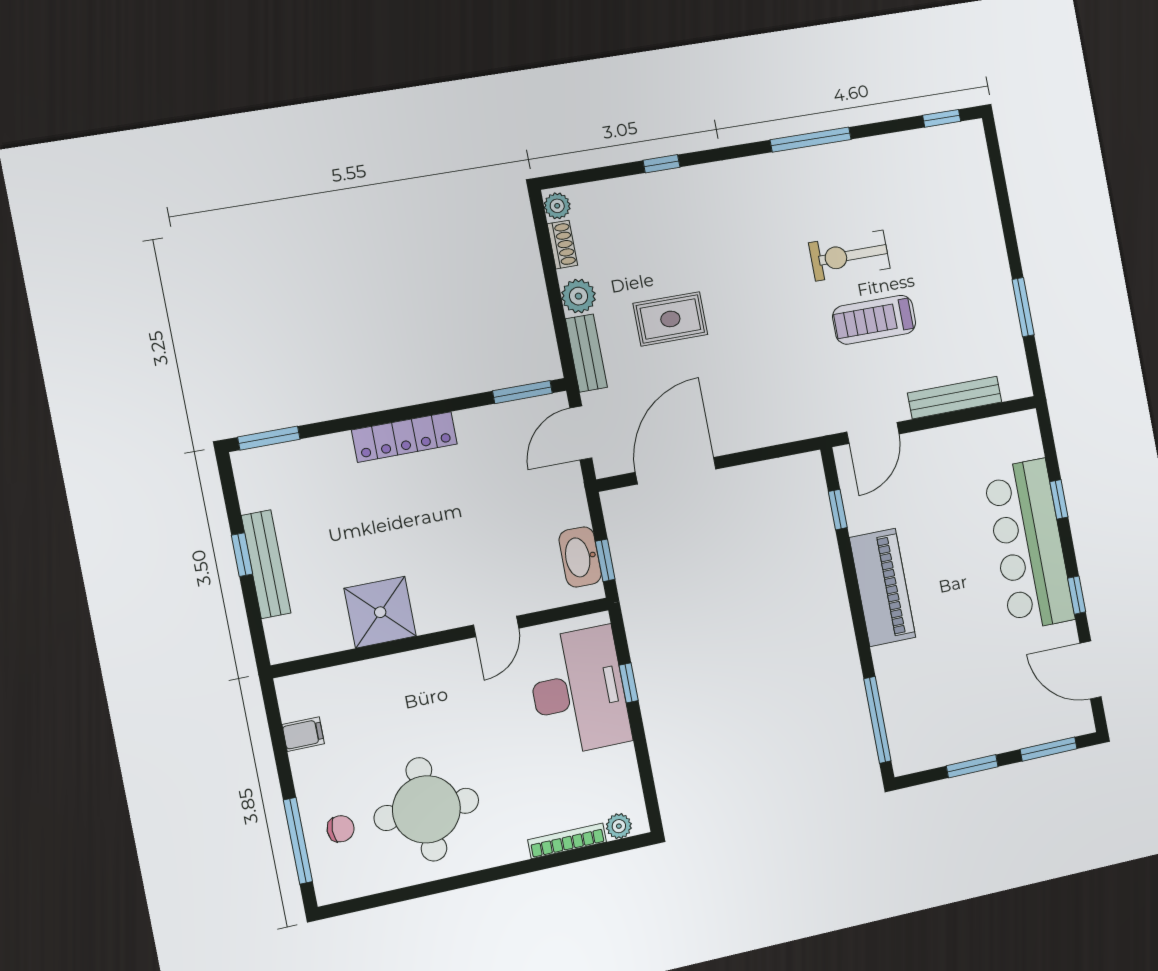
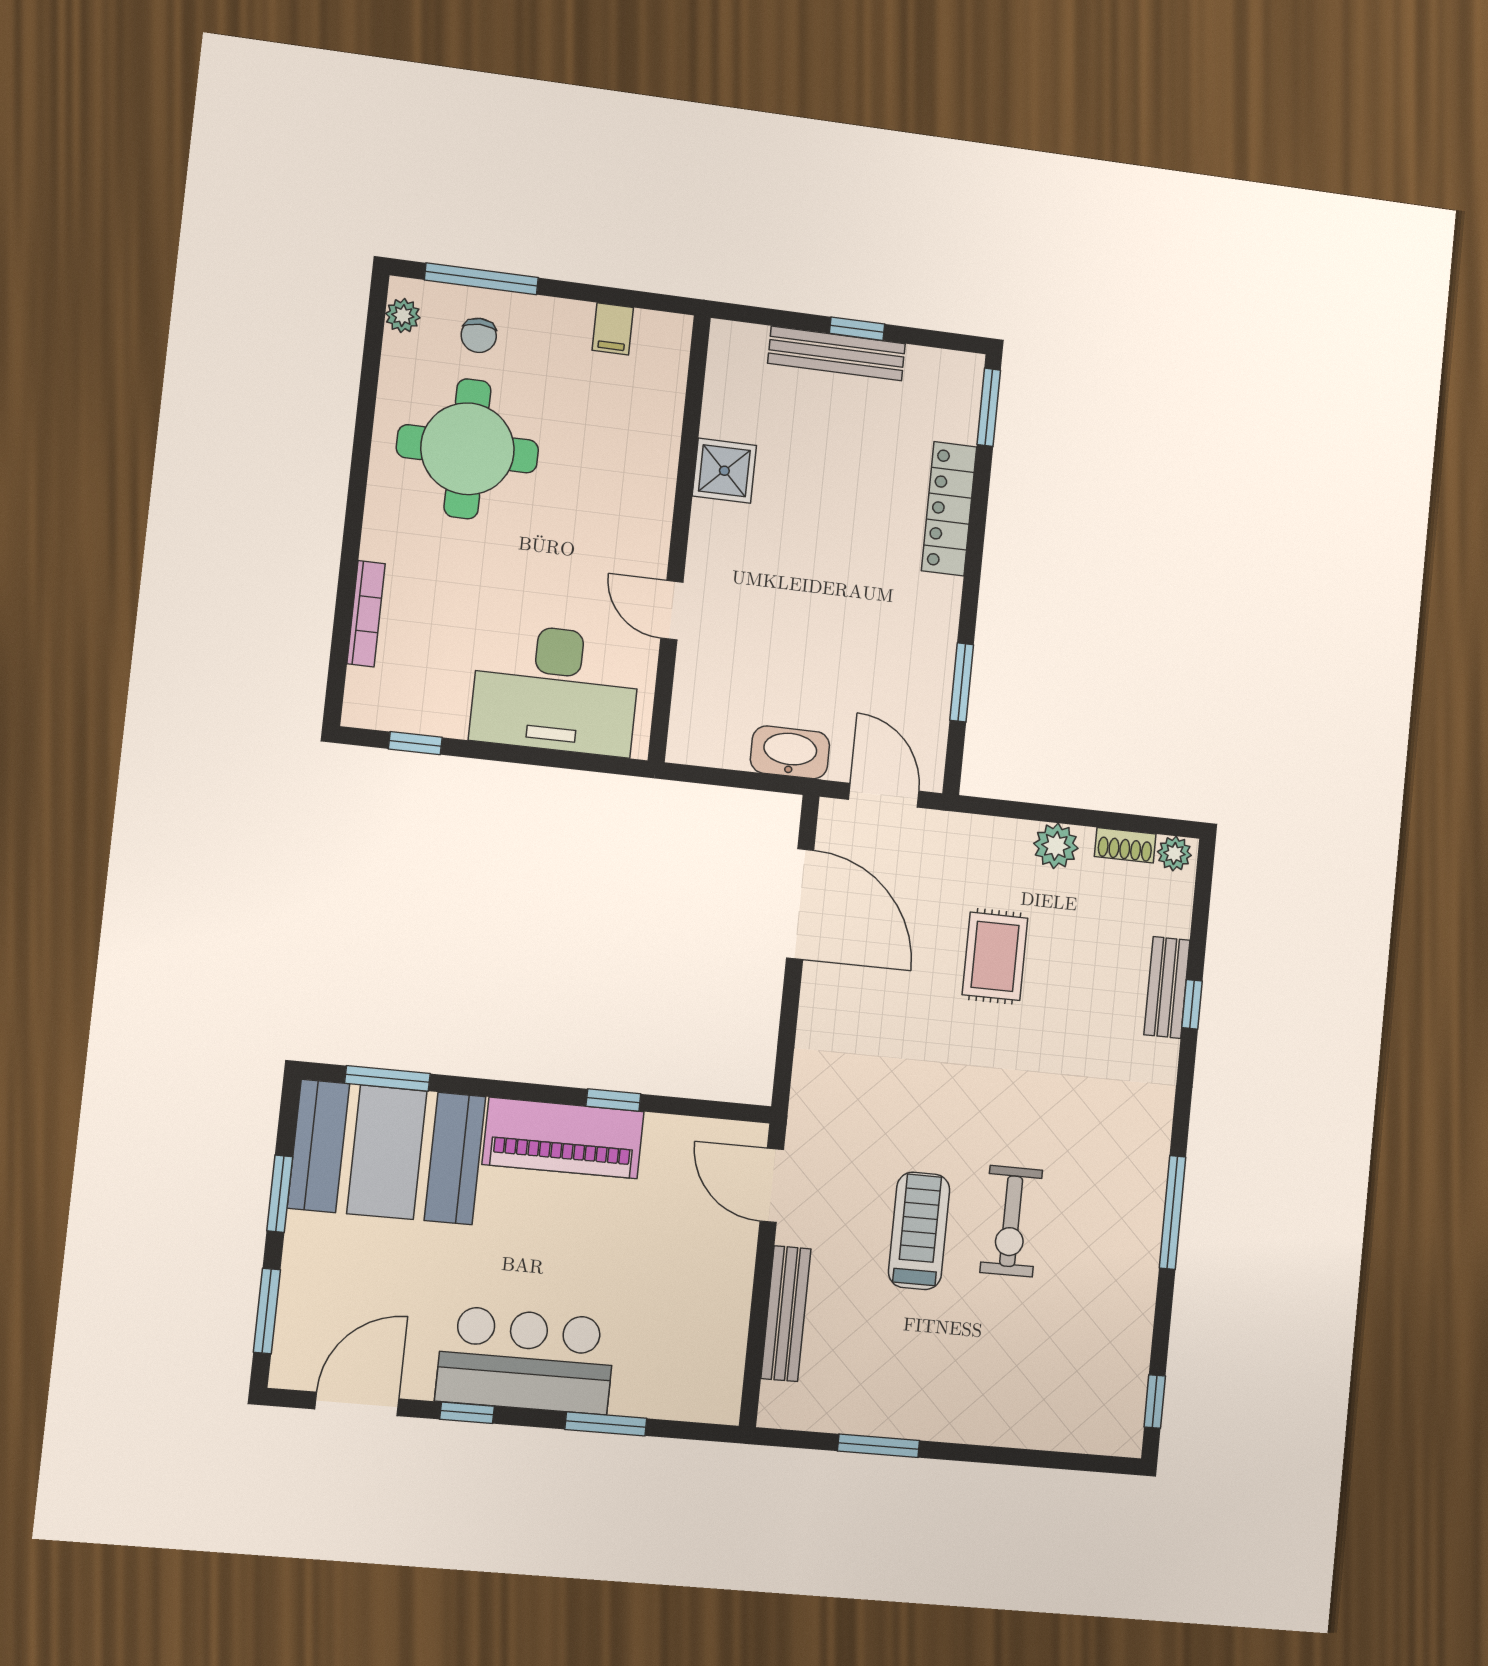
exercise bike: (849, 255) -> (1011, 1221), turned 180
bench: (586, 353) -> (1167, 987), moved, turned 90
window: (522, 392) -> (962, 682), moved
locker: (404, 437) -> (949, 509), moved
window: (1059, 499) -> (606, 1424), width x1.50
window: (838, 510) -> (613, 1100), moved
bar counter: (1029, 545) -> (526, 1360), width x0.73
washbasin: (580, 557) -> (790, 752), moved
window: (605, 560) -> (713, 776), removed
shower: (380, 612) -> (724, 471), width x0.73, depth x0.73
window: (629, 683) -> (415, 743), moved
booth: (926, 704) -> (387, 1152), added
window: (877, 720) -> (387, 1078), width x0.69
plant: (619, 826) -> (403, 316), moved

